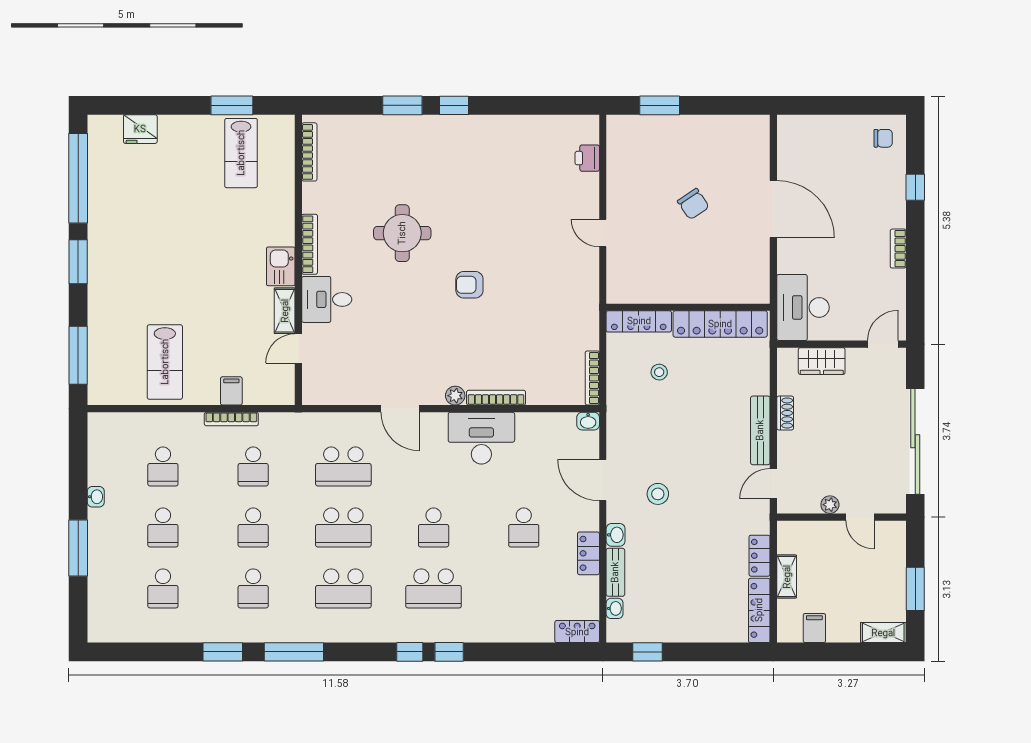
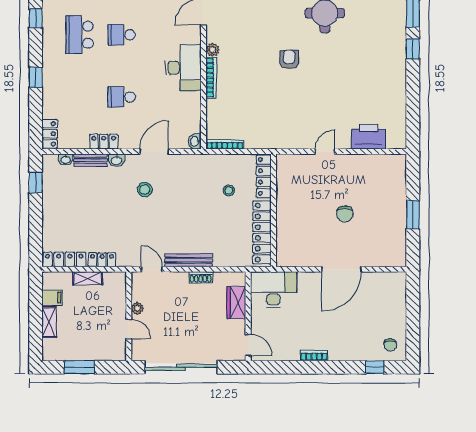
window: (660, 105) -> (413, 215), moved
printer: (587, 158) -> (369, 137), width x1.87, depth x1.48
window: (915, 187) -> (375, 367), moved
chair: (693, 204) -> (345, 214), turned -56
door: (860, 517) -> (129, 329), swing flipped
shelving: (883, 633) -> (49, 322), moved
window: (449, 652) -> (36, 77), moved

